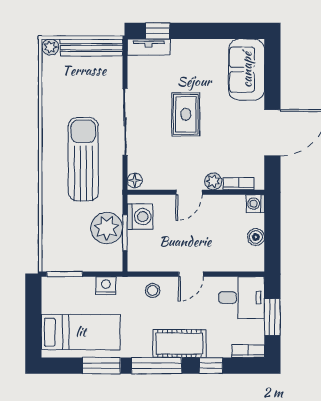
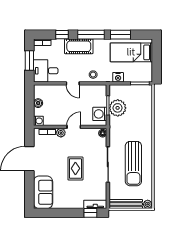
sun lounger: (83, 159) -> (133, 164), moved
door: (191, 274) -> (73, 83), swing flipped

